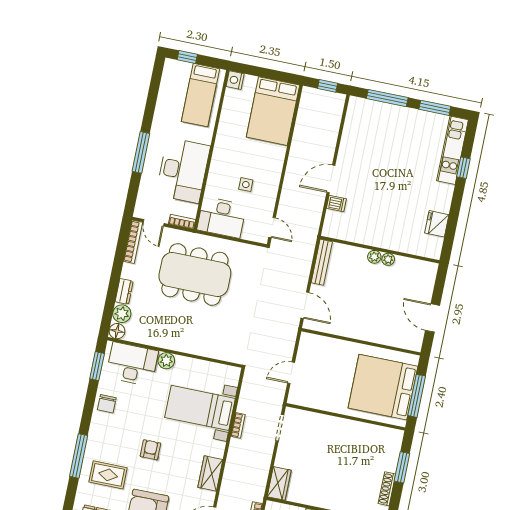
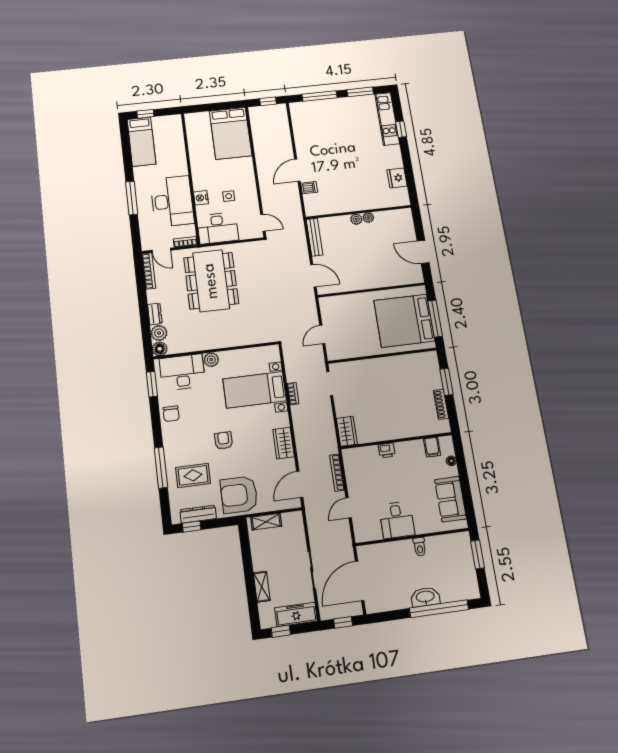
nightstand: (235, 80) -> (201, 198), moved
bed: (200, 95) -> (141, 142), moved
dining table: (195, 274) -> (211, 281), turned 90

